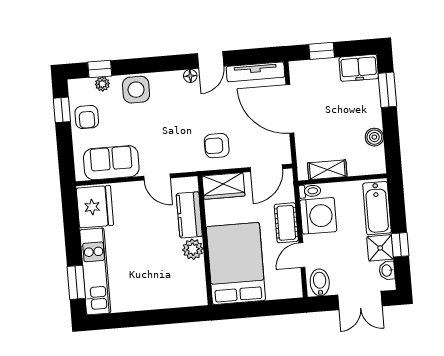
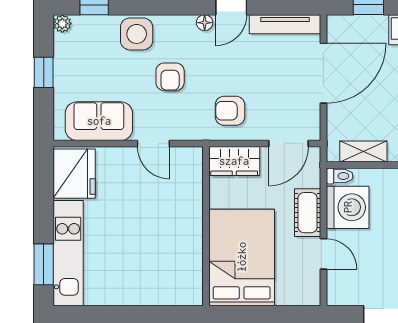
plant: (102, 84) -> (62, 24), moved
door: (290, 109) -> (323, 73), swing flipped
window: (62, 110) -> (44, 72), moved
armchair: (87, 117) -> (170, 77), moved
kitchen counter: (189, 215) -> (189, 193), removed
plant: (193, 249) -> (190, 236), removed
door: (302, 255) -> (323, 254), swing flipped
bidet: (320, 282) -> (343, 289), removed

